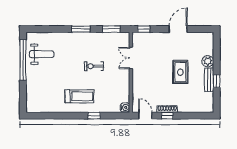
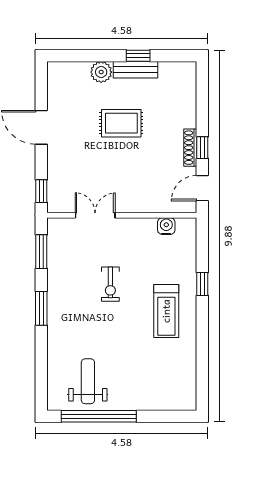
double door: (131, 58) -> (95, 215), swing flipped
treadmill: (79, 96) -> (166, 311), turned 180
water cooler: (125, 107) -> (166, 226), moved

